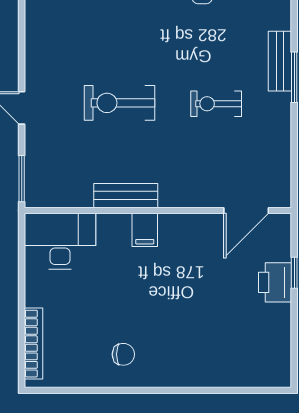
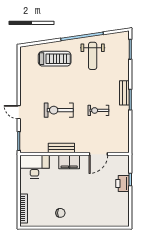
door: (246, 210) -> (98, 154), moved
filing cabinet: (145, 230) -> (69, 162), width x2.00

